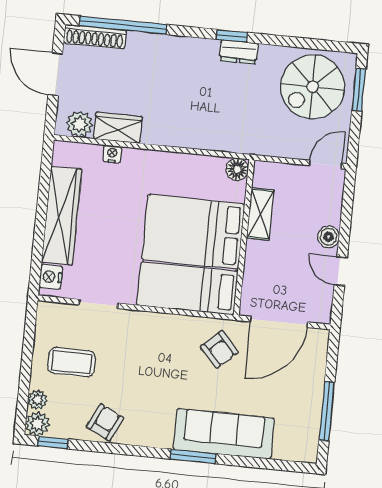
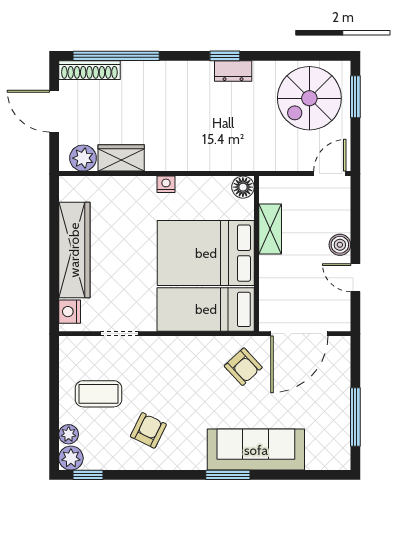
nightstand: (112, 154) -> (166, 184), moved
armchair: (105, 422) -> (148, 430), moved

